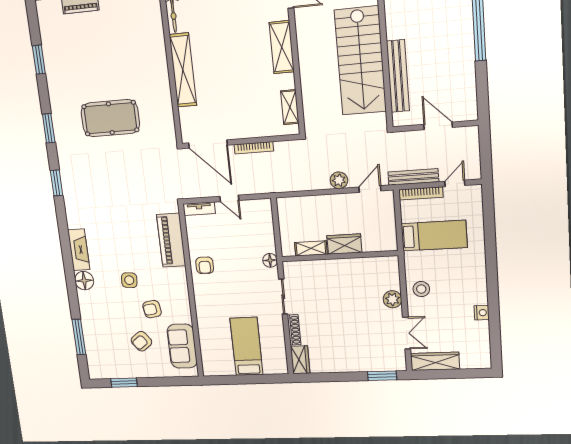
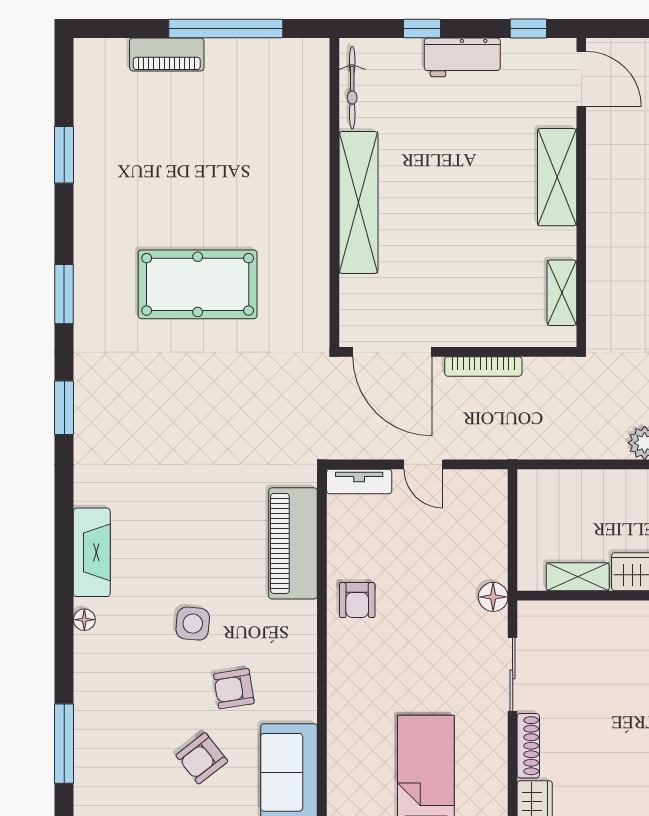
floor lamp: (84, 281) -> (84, 620), width x0.53, depth x0.53

